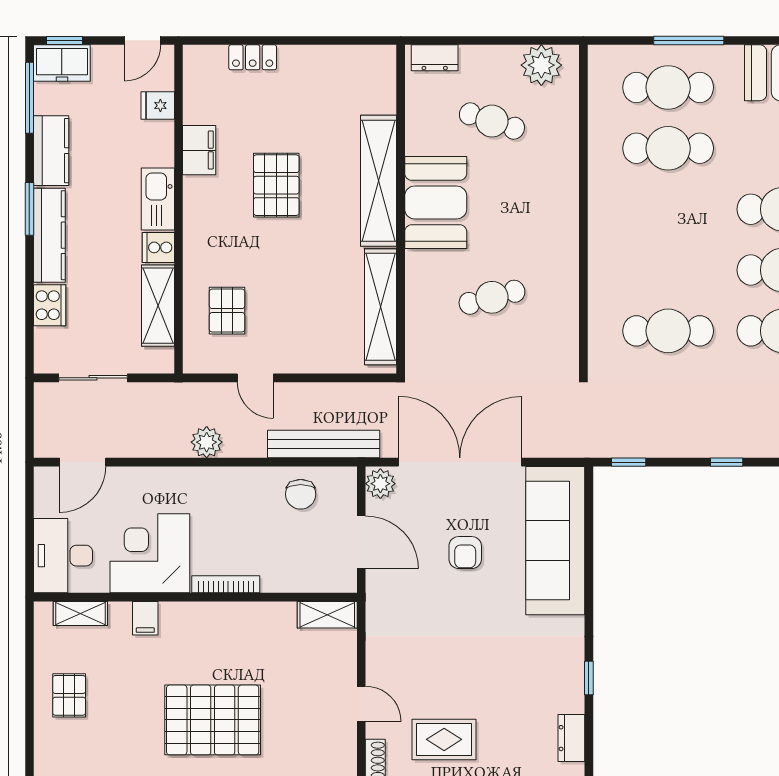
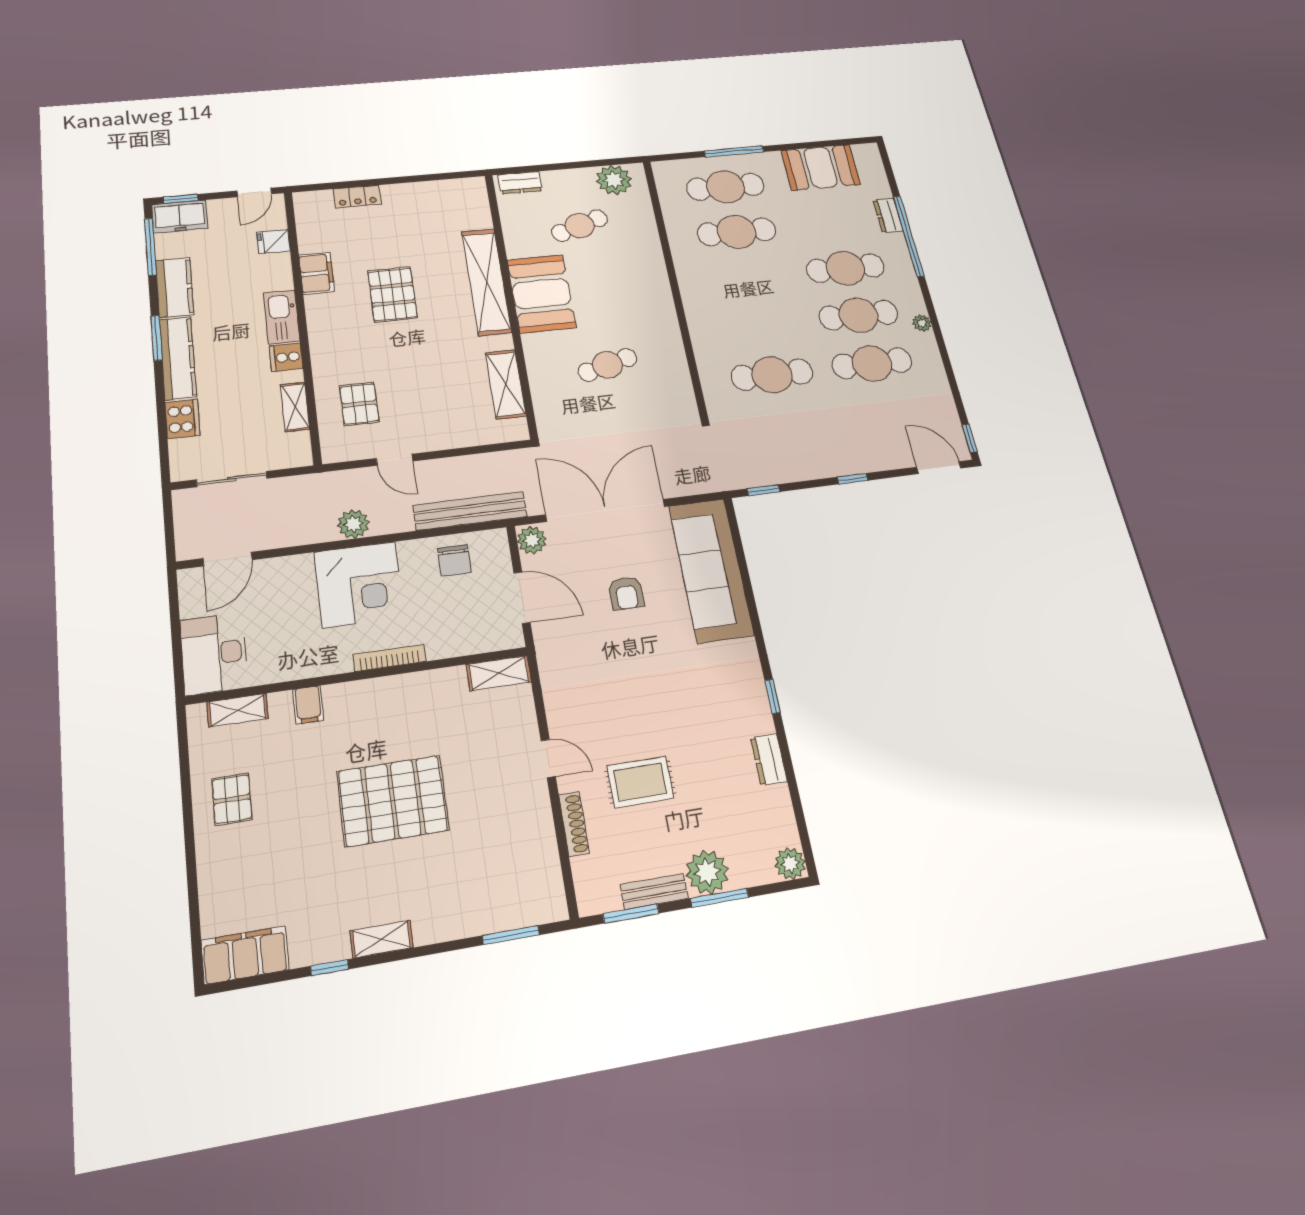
cafe table: (492, 121) -> (580, 226), turned -36
shelving: (158, 306) -> (295, 407), width x0.67, depth x0.75
shelving: (381, 307) -> (506, 384), width x0.68
corner desk: (150, 553) -> (359, 584), moved, turned 180

